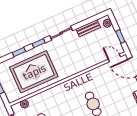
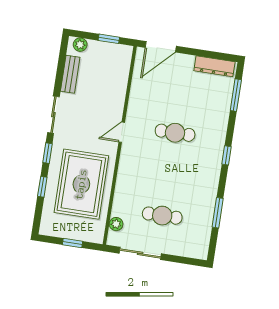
door: (114, 58) -> (122, 132), moved

